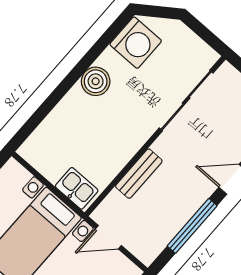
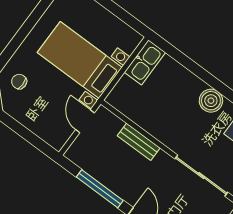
kitchen sink: (77, 188) -> (145, 62), moved, width x1.38

